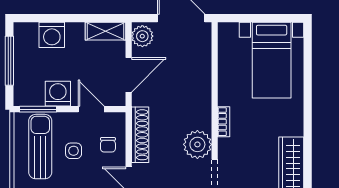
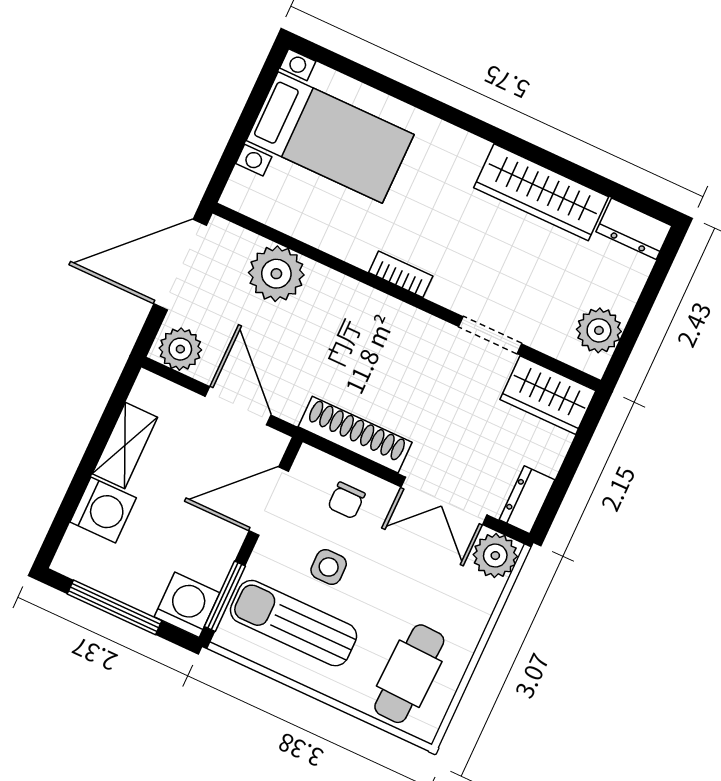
shelving: (105, 31) -> (125, 445), moved
washing machine: (58, 94) -> (187, 605), moved, turned 90
door: (91, 109) -> (269, 501), width x1.38
plant: (197, 144) -> (276, 274), moved
chair: (108, 145) -> (346, 500), turned 90

